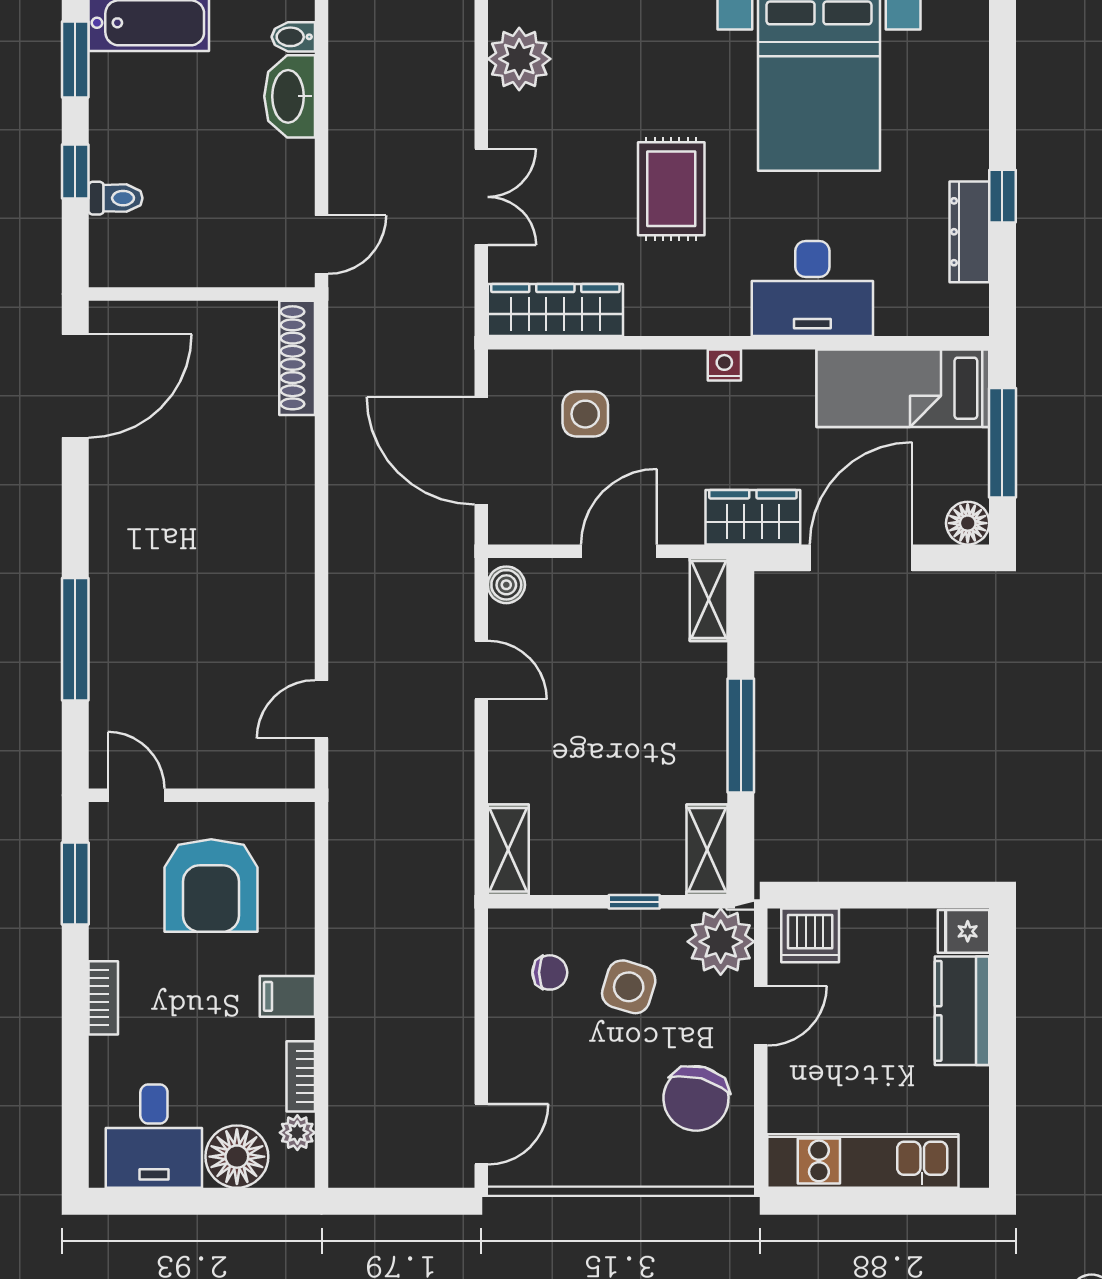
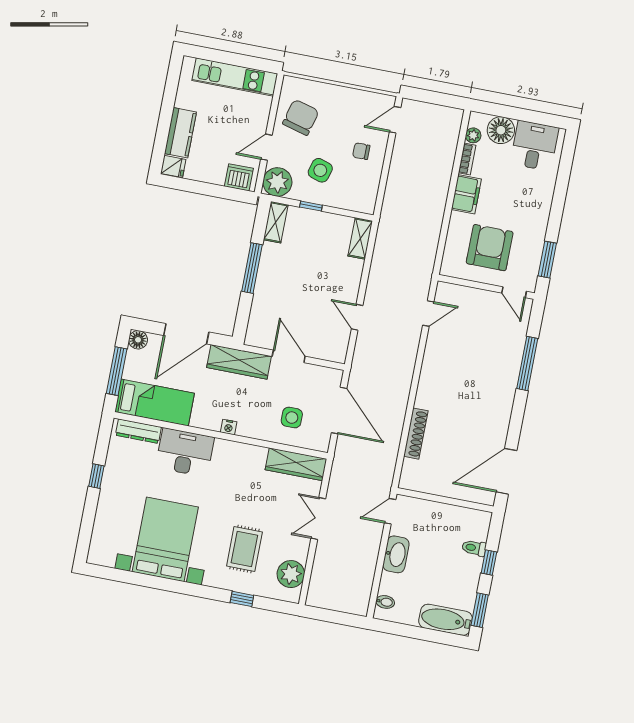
washbasin: (290, 96) -> (396, 554), moved
rug: (671, 189) -> (244, 549), moved
dresser: (969, 232) -> (138, 431), moved, turned 90
shoe rack: (297, 358) -> (416, 434), moved
wardrobe: (753, 517) -> (239, 362), width x1.50
door: (619, 551) -> (289, 356), swing flipped
boiler: (506, 585) -> (339, 351), removed
shelving: (709, 600) -> (254, 329), removed
chair: (550, 972) -> (361, 151), moved
filing cabinet: (287, 996) -> (466, 194), width x2.00
bookcase: (103, 998) -> (545, 209), removed

